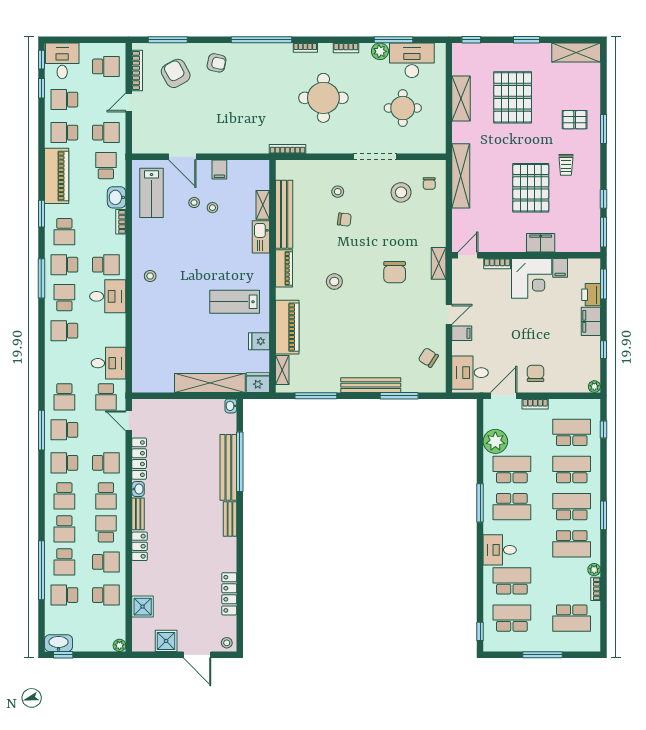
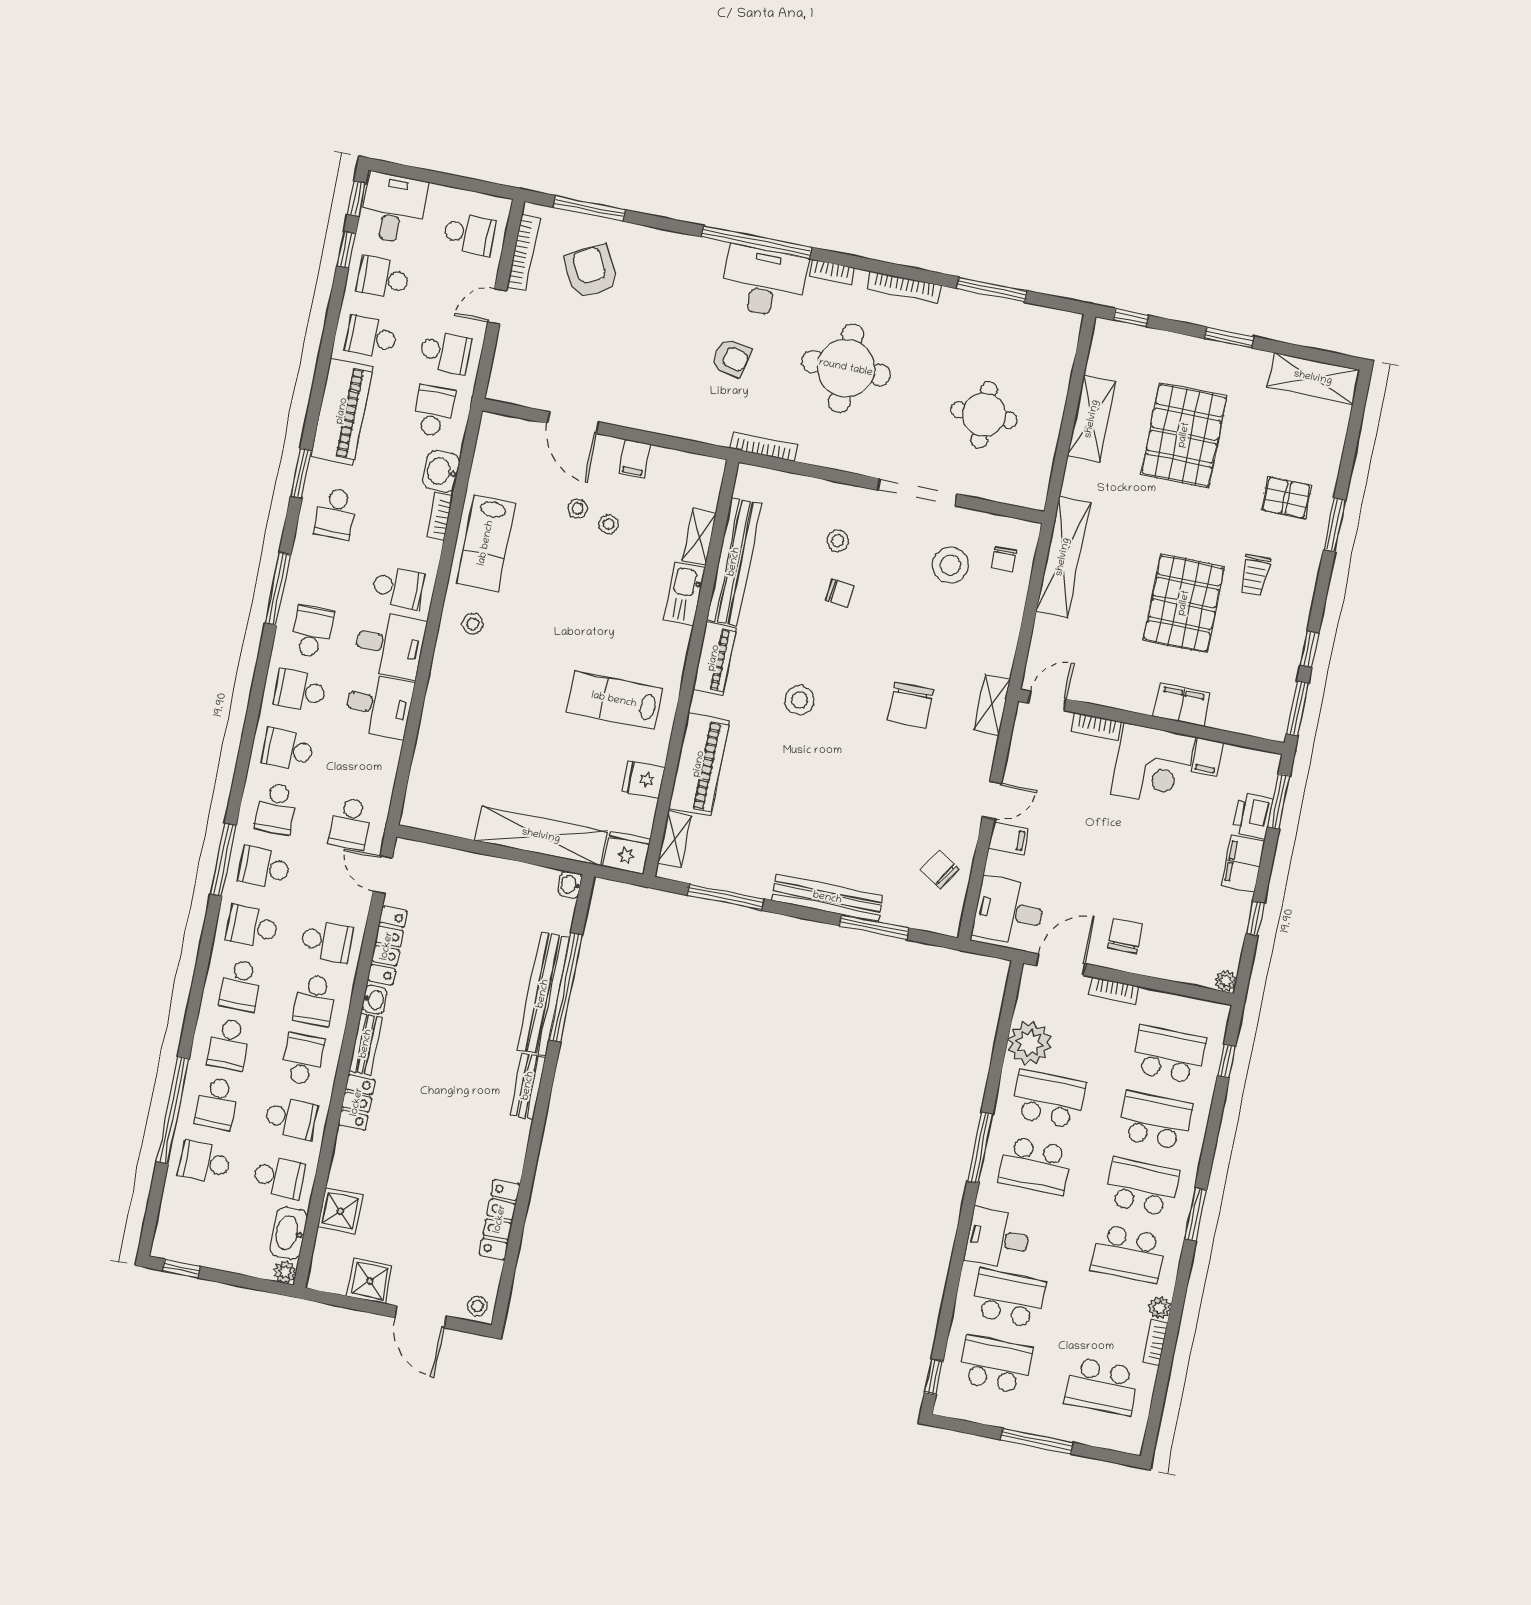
bookcase: (346, 48) -> (904, 287), width x1.56
plant: (380, 51) -> (964, 305), removed
desk: (412, 60) -> (764, 282), moved
armchair: (217, 63) -> (731, 358), moved
lab bench: (152, 193) -> (486, 543), moved
school desk: (64, 265) -> (288, 750), moved
desk: (108, 363) -> (379, 706), moved
washbasin: (59, 643) -> (289, 1233), moved, turned -90

